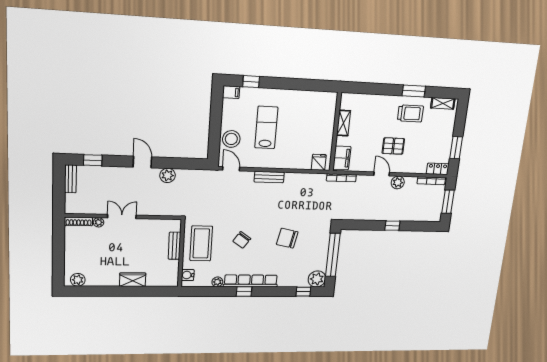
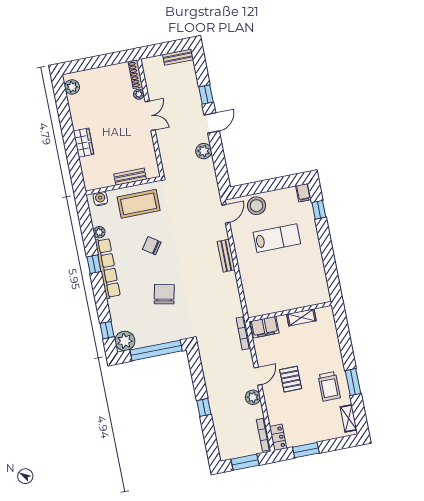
window: (93, 160) -> (206, 94), moved
fridge: (319, 162) -> (254, 304), removed

